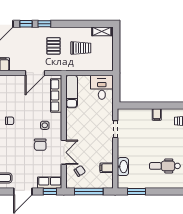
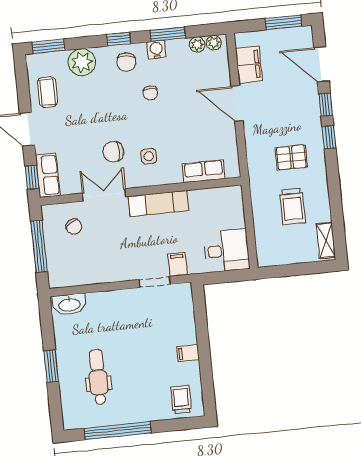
door: (35, 73) -> (237, 104), moved
exam couch: (72, 92) -> (159, 203), moved
row of seats: (56, 95) -> (204, 171), width x0.68
double door: (64, 152) -> (104, 195), swing flipped
washbasin: (123, 167) -> (69, 304), moved
filing cabinet: (107, 168) -> (178, 264), moved
window: (137, 191) -> (51, 366), moved

